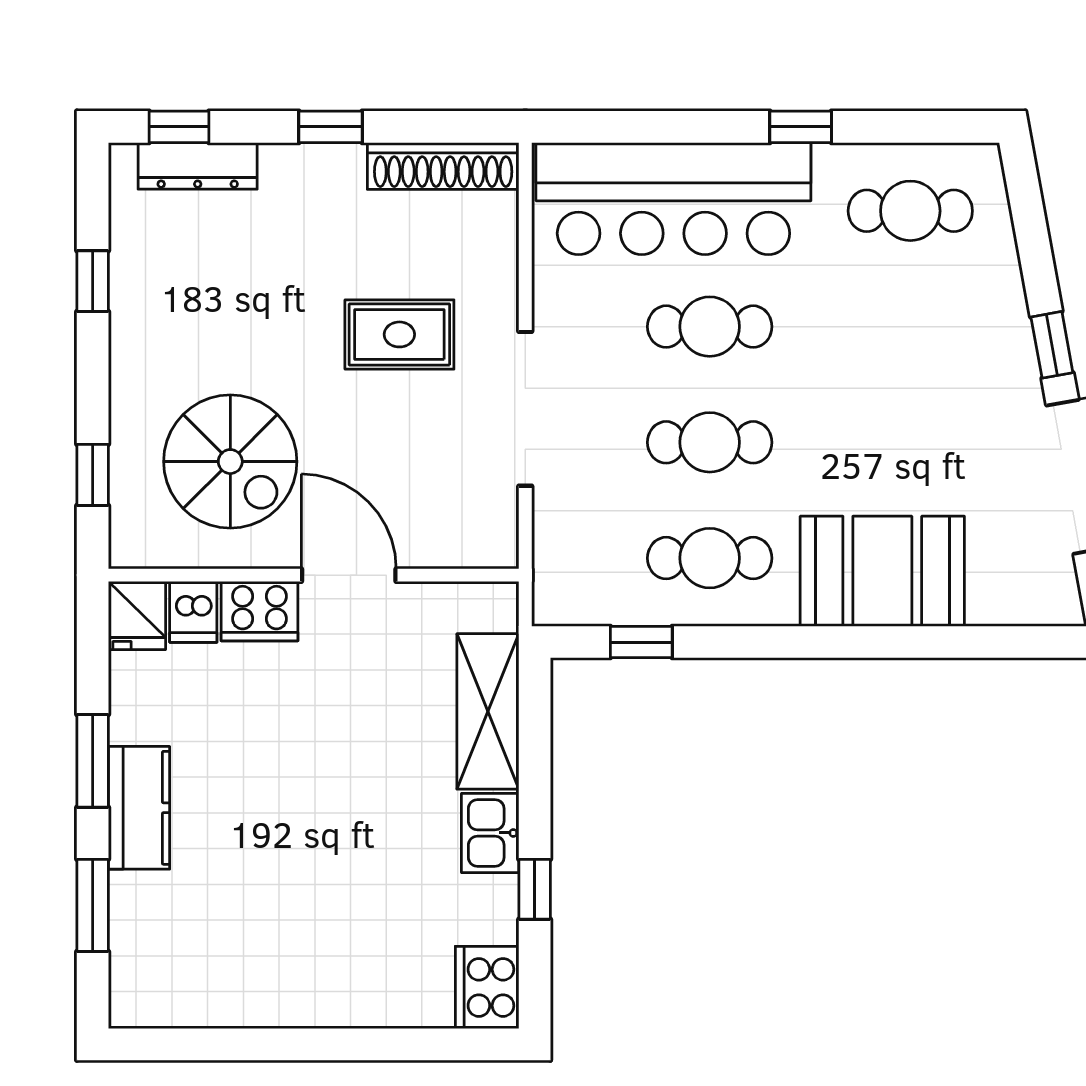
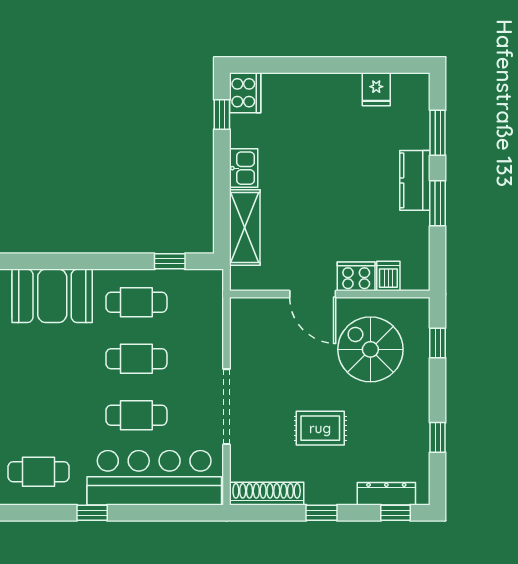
rug: (399, 334) -> (320, 428), moved
doorway: (525, 409) -> (226, 407), moved
fridge: (137, 616) -> (376, 89), moved, turned 180
window: (535, 889) -> (222, 115), moved

